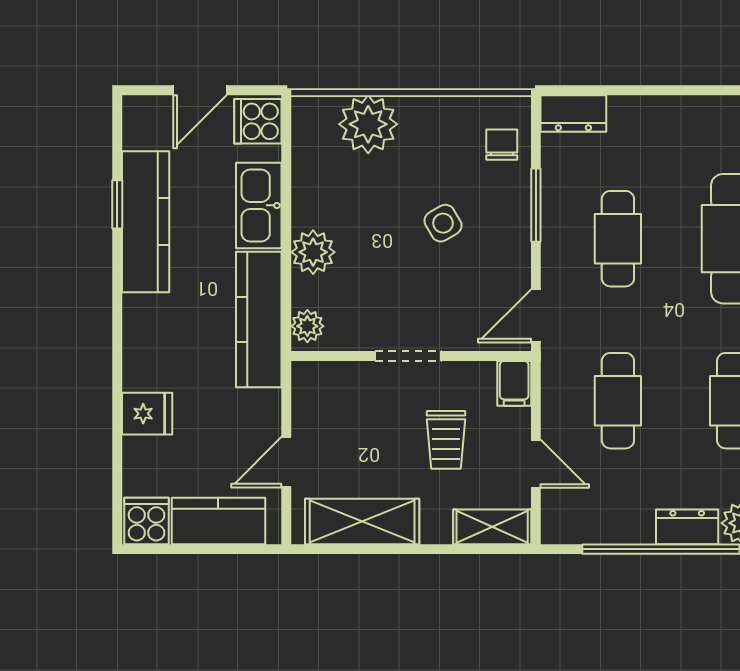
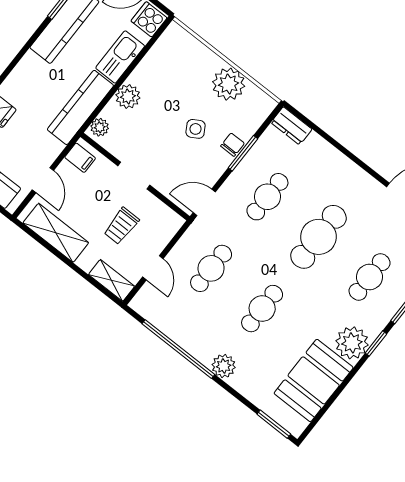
plant: (368, 124) -> (229, 84), moved
chair: (502, 145) -> (233, 145), moved
filing cabinet: (514, 383) -> (80, 158), moved, turned -90
door: (286, 462) -> (43, 180), swing flipped
dresser: (687, 527) -> (198, 348), removed

